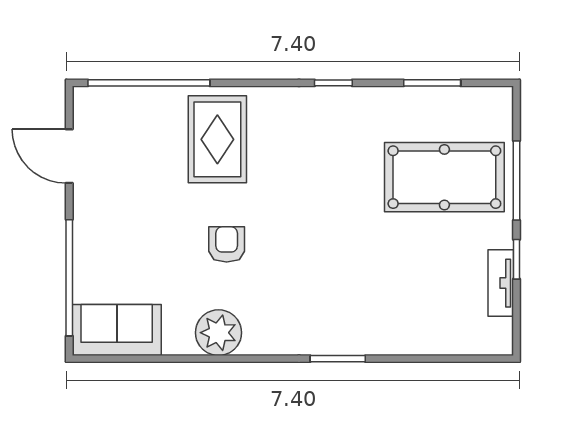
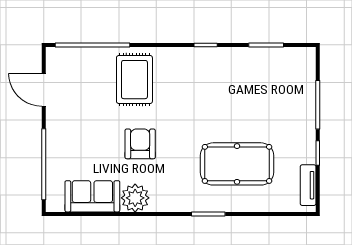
pool table: (444, 177) -> (237, 164), moved
armchair: (227, 244) -> (140, 144), width x1.38, depth x1.38
tv unit: (501, 283) -> (308, 185), moved
sofa: (117, 330) -> (92, 196), moved

